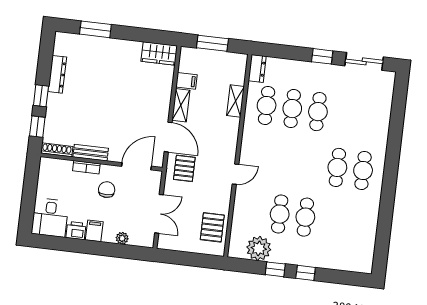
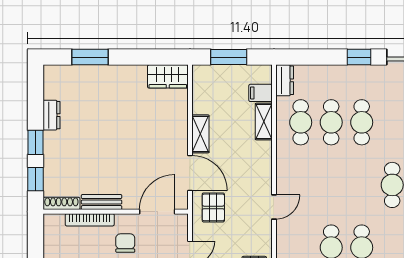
dresser: (57, 74) -> (51, 115), width x0.70
filing cabinet: (186, 81) -> (260, 93), moved, turned 180
bookcase: (86, 167) -> (90, 220), width x1.56

